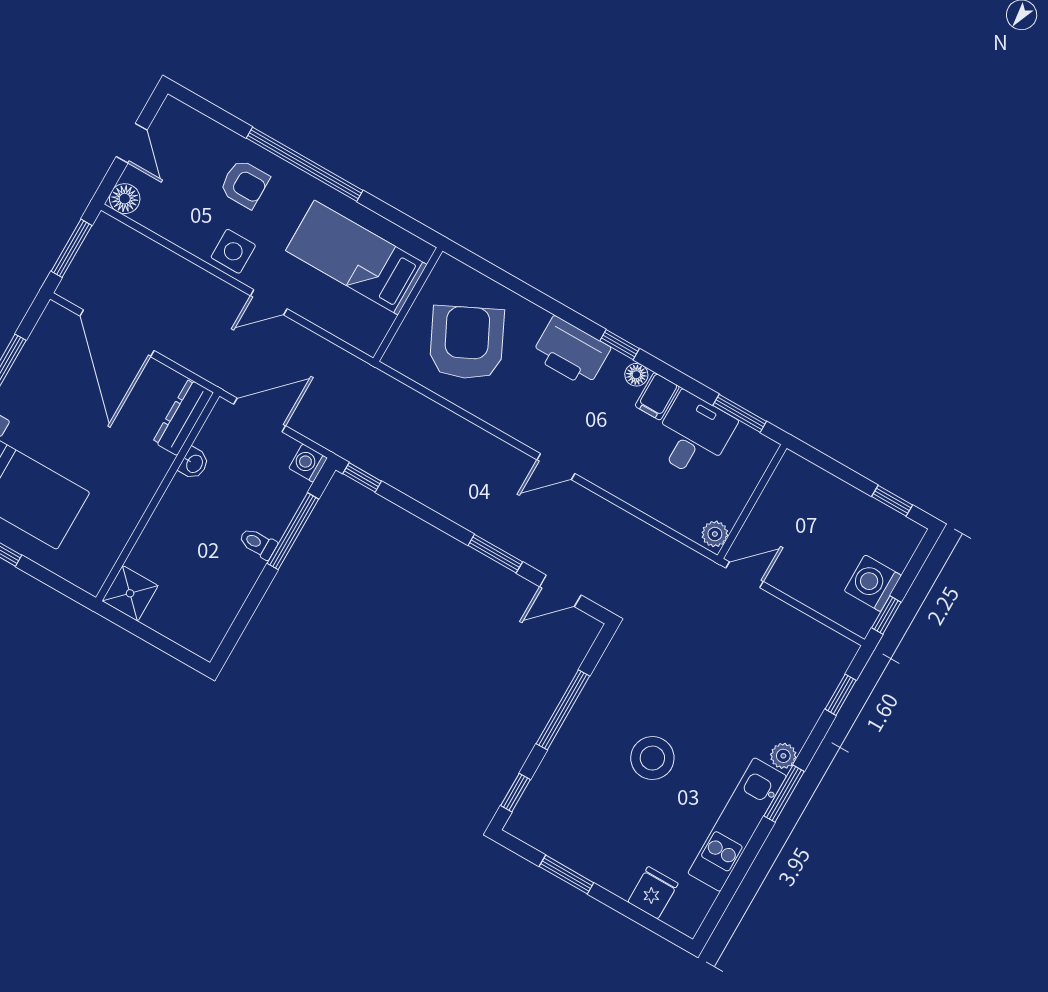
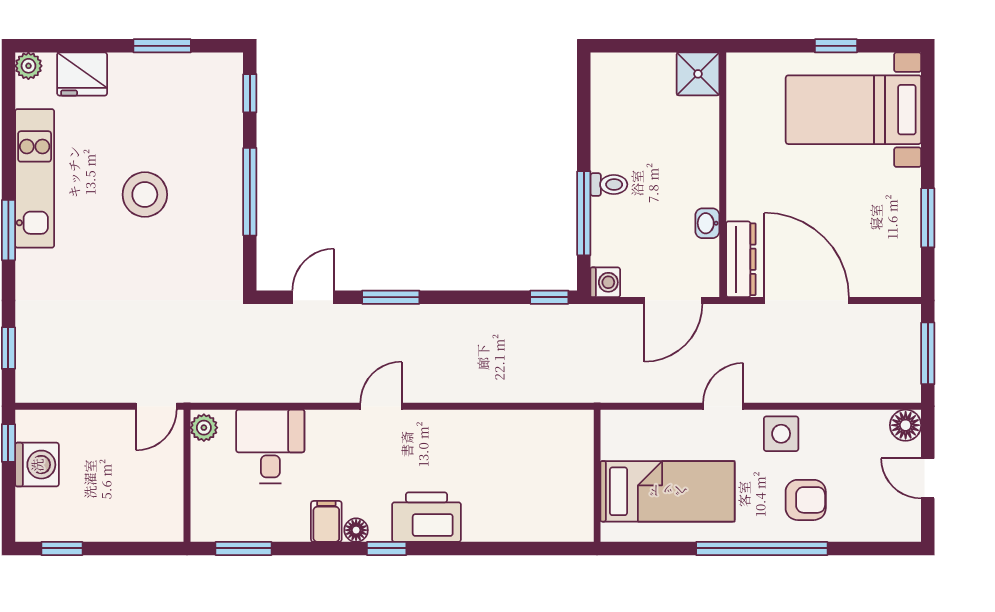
armchair: (244, 184) -> (806, 500), turned 180
door: (117, 333) -> (807, 300), moved
armchair: (467, 343) -> (525, 472), removed
desk: (693, 435) -> (270, 446), moved, turned 180
plant: (783, 756) -> (28, 66), moved
fridge: (653, 893) -> (82, 74), width x1.38

